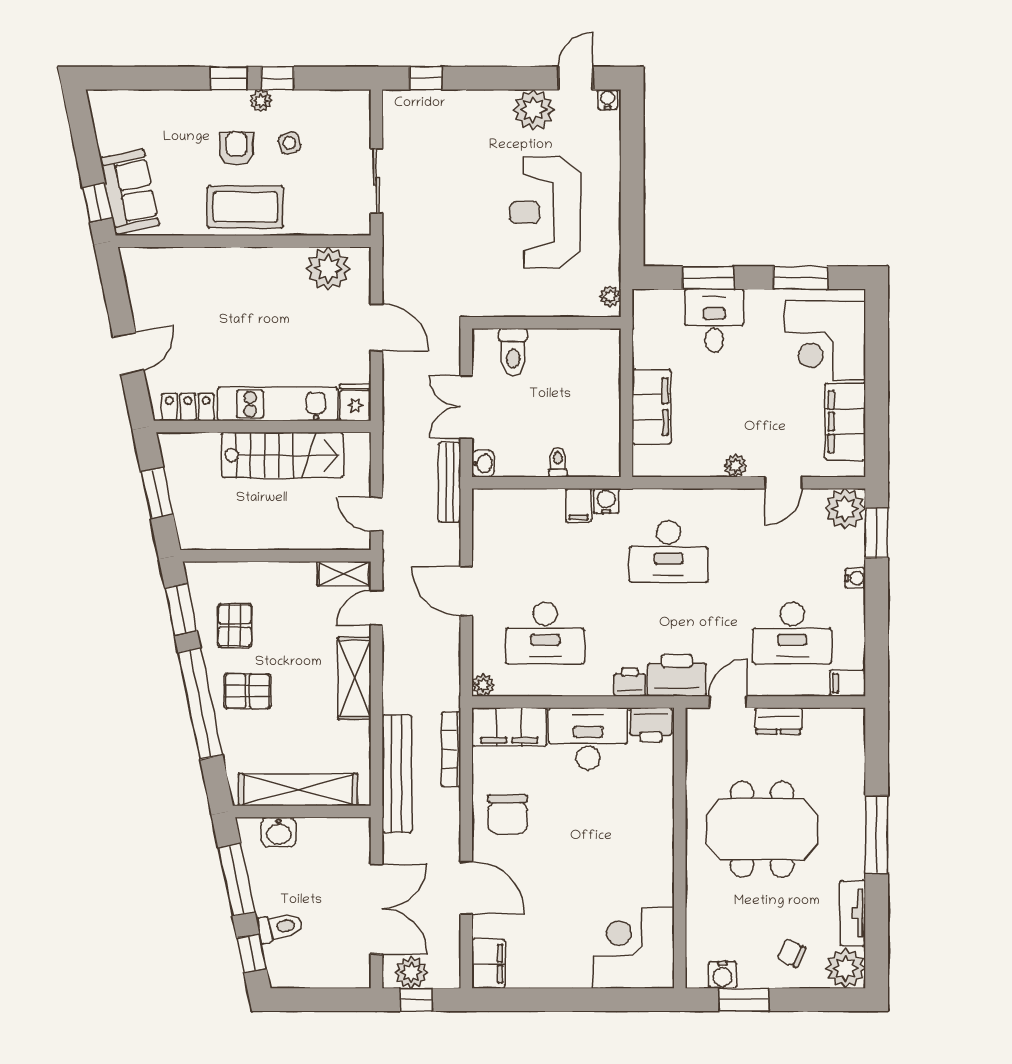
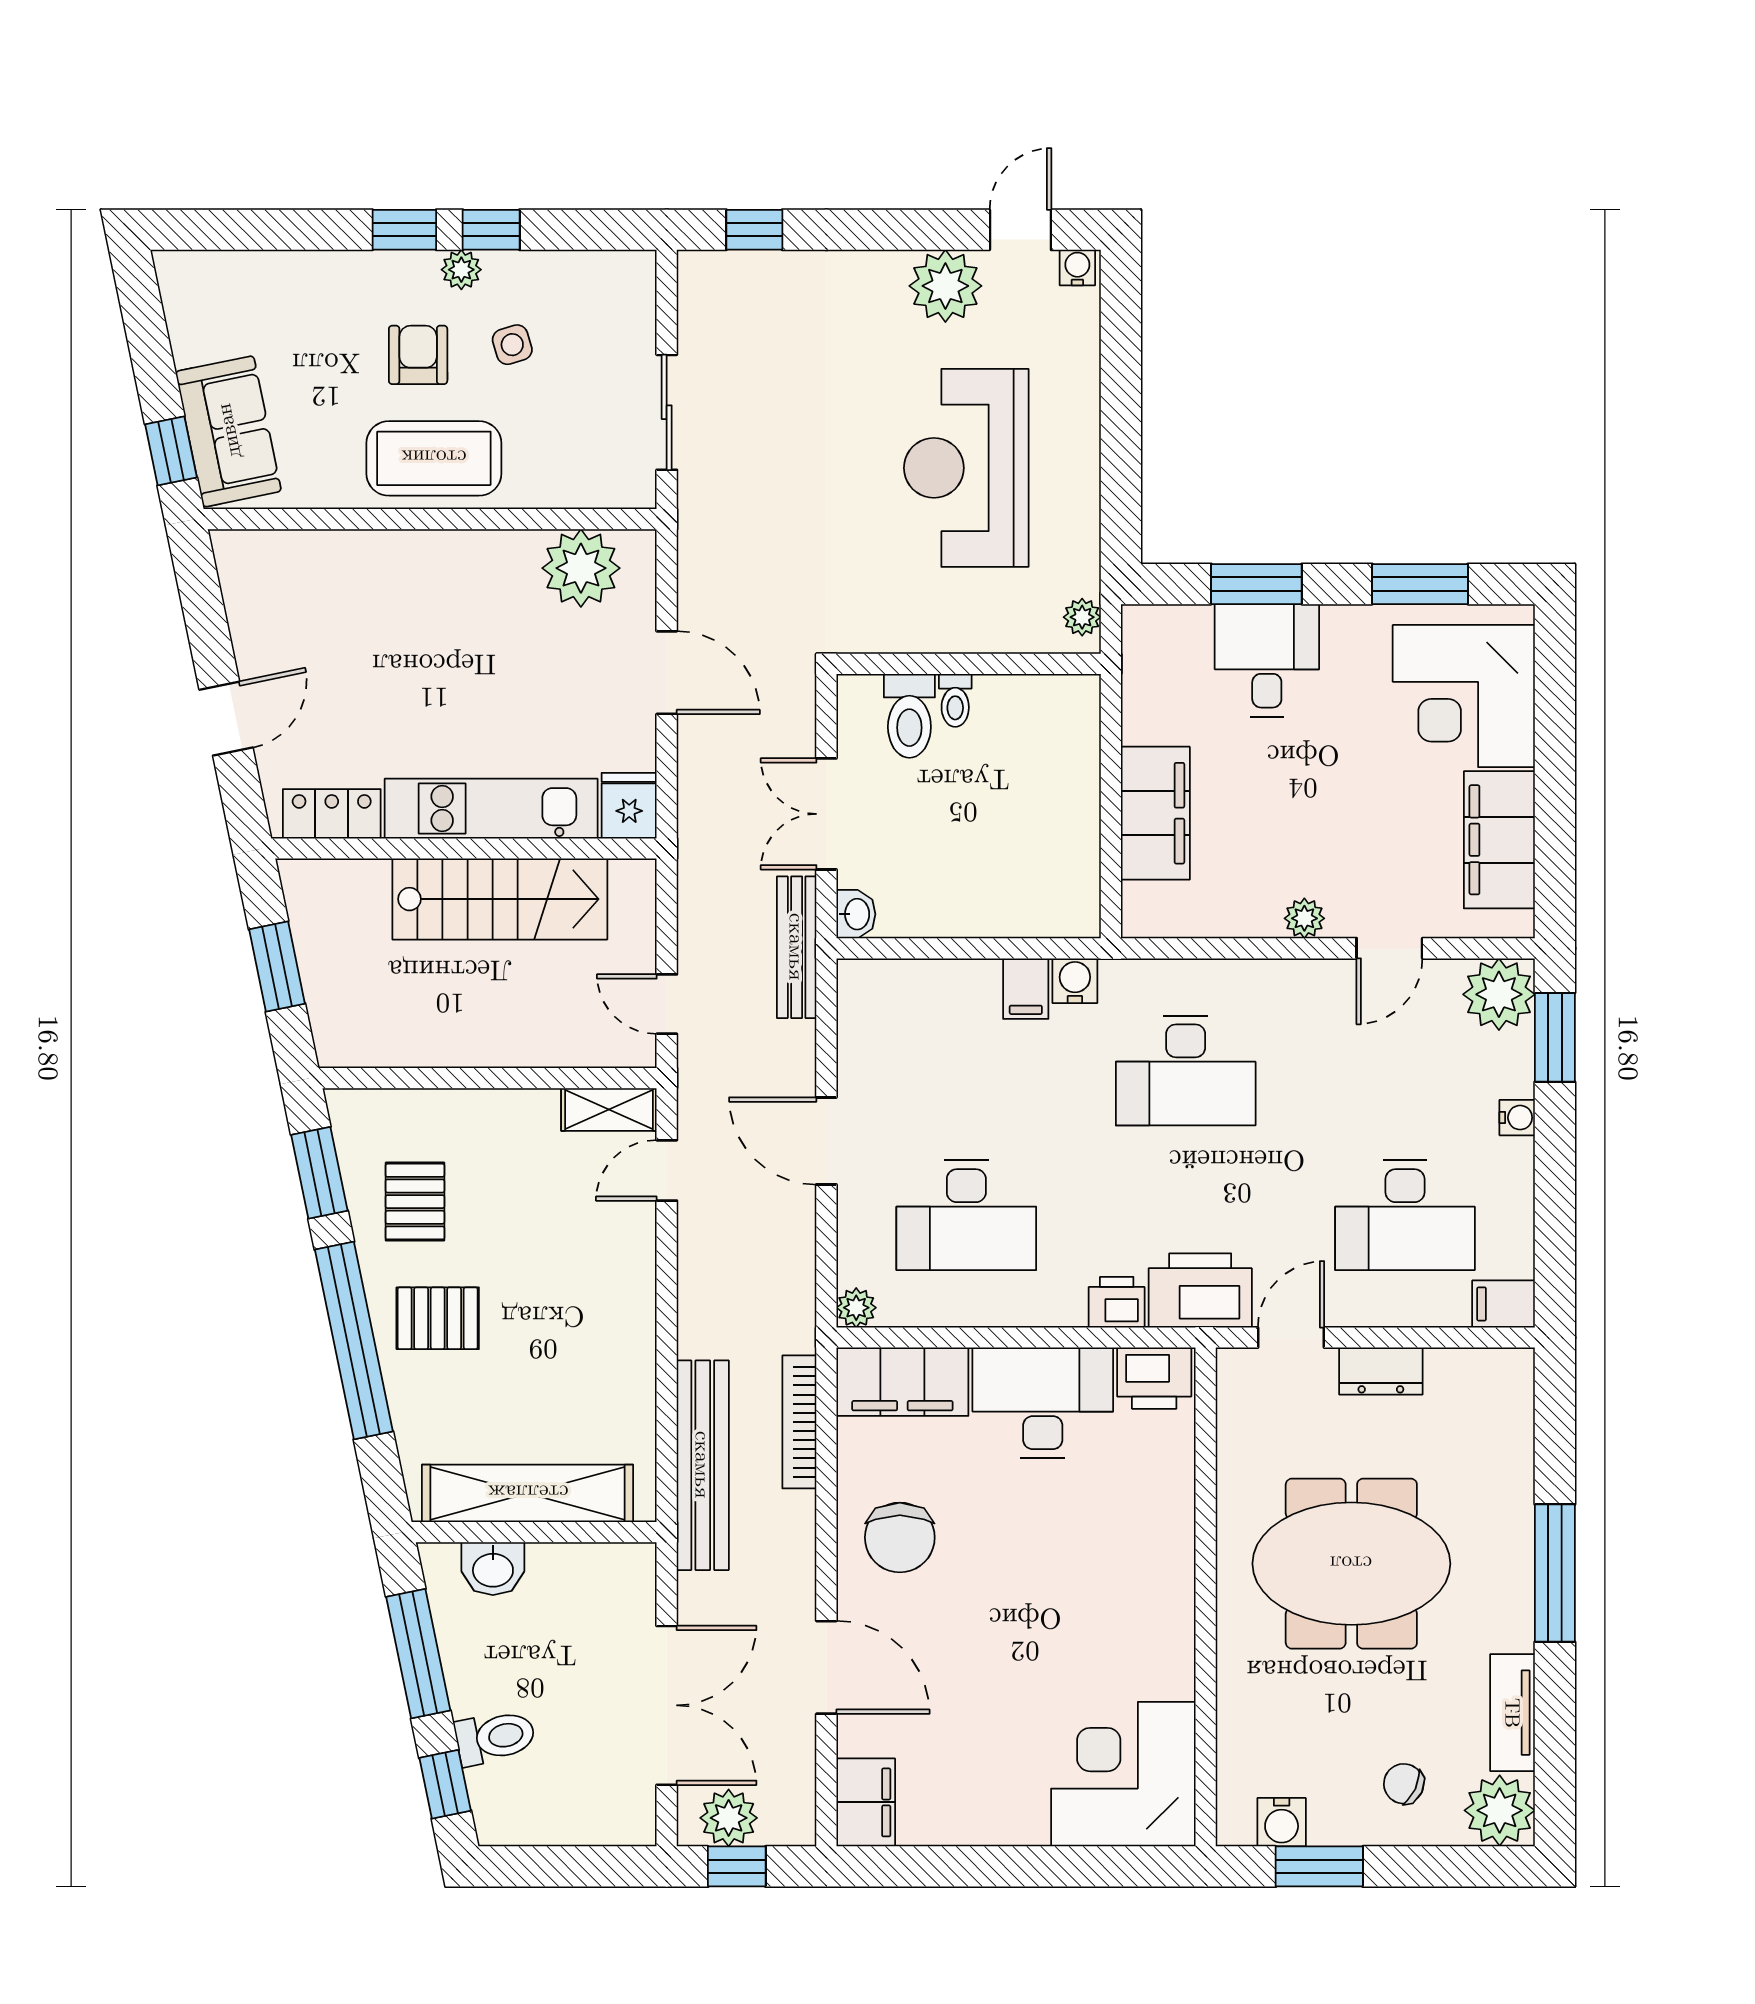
toilet: (558, 462) -> (955, 700), moved, turned 180
shelving: (354, 678) -> (628, 1296), removed

